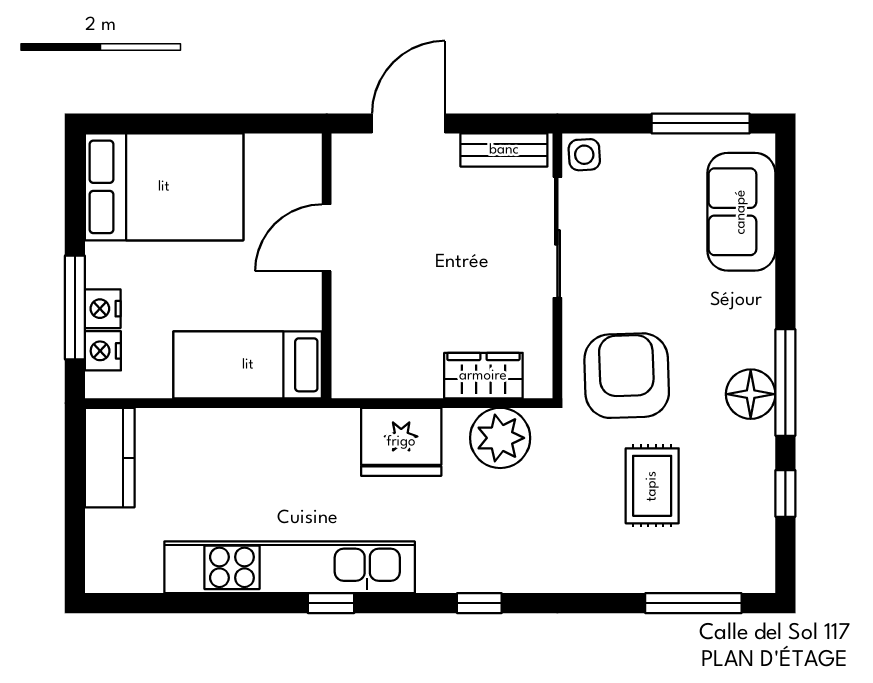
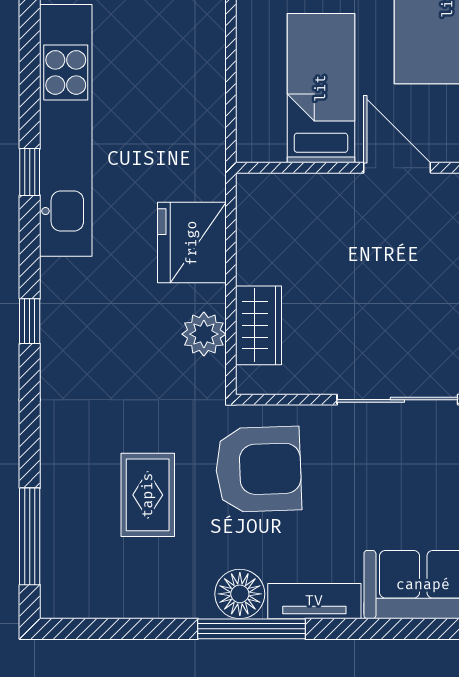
tv unit: (758, 320) -> (314, 601), added
bed: (248, 365) -> (321, 88), moved
plant: (500, 438) -> (204, 334), width x0.73, depth x0.73
rug: (652, 486) -> (148, 495), turned 90
window: (785, 493) -> (140, 629), removed

